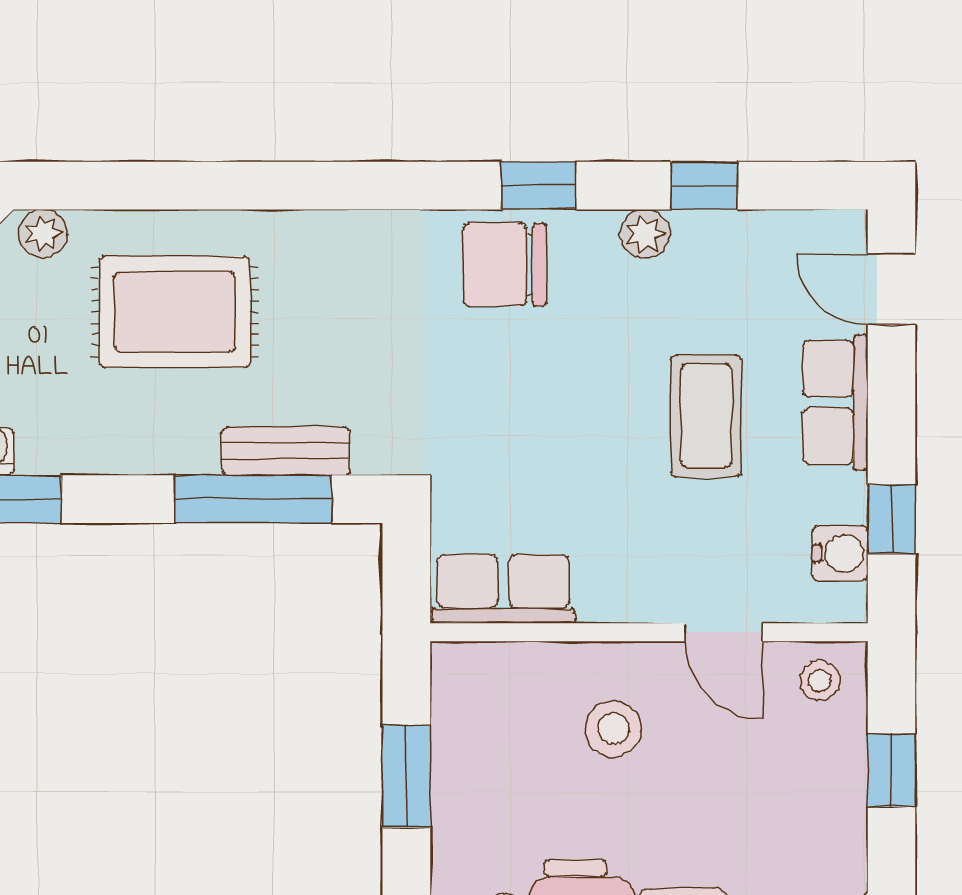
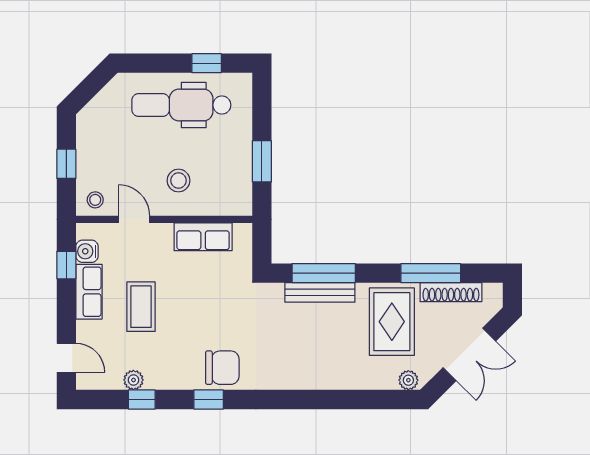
plant: (645, 234) -> (133, 380), moved
rug: (175, 312) -> (392, 322), moved, turned 90
row of seats: (835, 402) -> (89, 292), moved
bench: (286, 451) -> (320, 292), width x1.36
row of seats: (503, 589) -> (203, 237), moved

